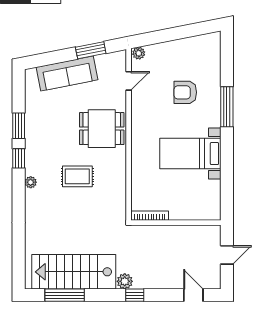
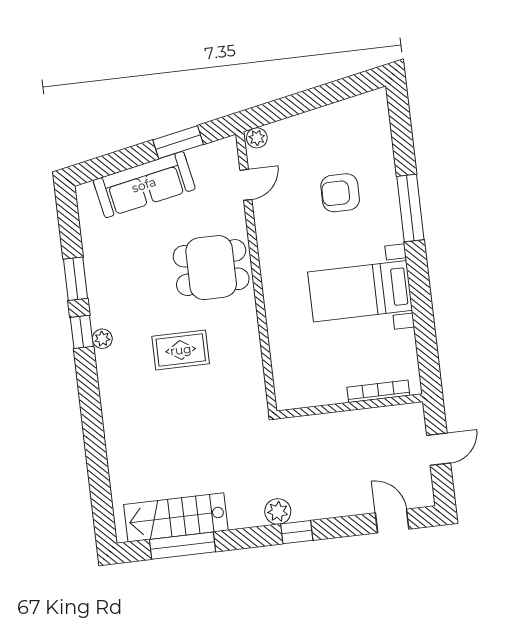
plant: (31, 182) -> (102, 339), moved
bookcase: (150, 216) -> (378, 391), moved
stairs: (74, 272) -> (176, 517), width x0.73, depth x0.66

